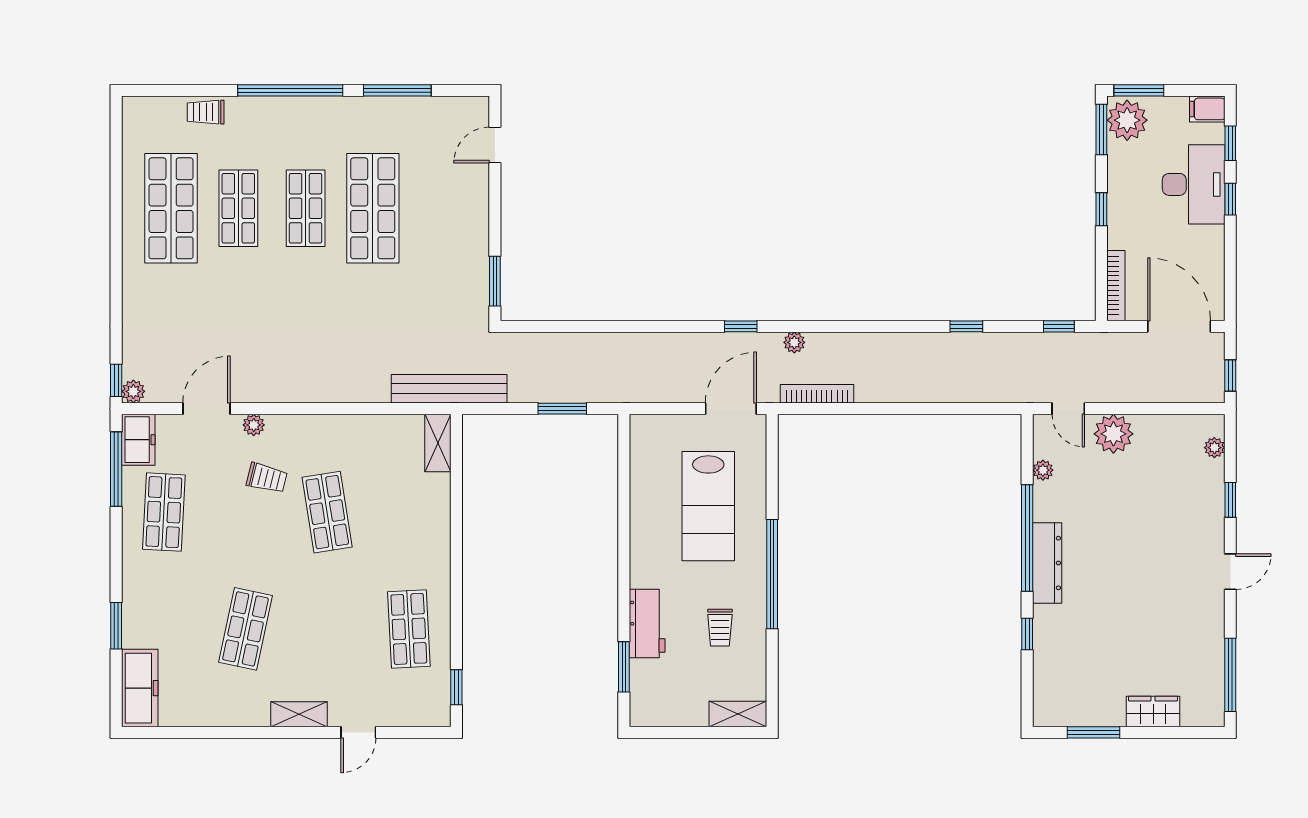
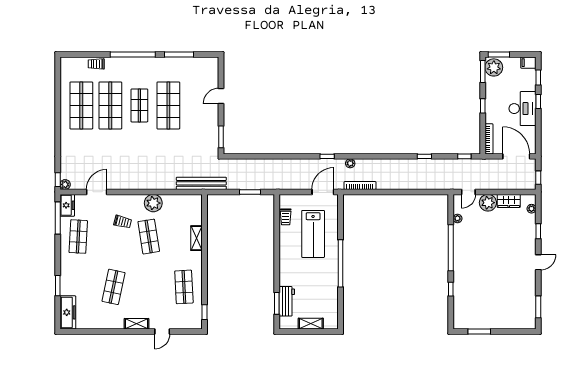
door: (495, 145) -> (221, 96), moved
desk: (1194, 184) -> (522, 109), moved
shop shelf: (238, 208) -> (110, 105), width x1.43, depth x1.36
door: (1068, 409) -> (468, 192), hinge flipped
plant: (254, 425) -> (153, 203), moved, width x1.88, depth x1.88
shelving: (438, 443) -> (196, 238), moved
dresser: (1047, 563) -> (459, 258), removed
workbench: (647, 623) -> (287, 301), moved
trolley: (720, 628) -> (286, 217), moved
window: (1230, 675) -> (538, 307), width x0.69
wardrobe: (1153, 712) -> (509, 201), moved, turned 180
shelving: (738, 714) -> (311, 324), moved

